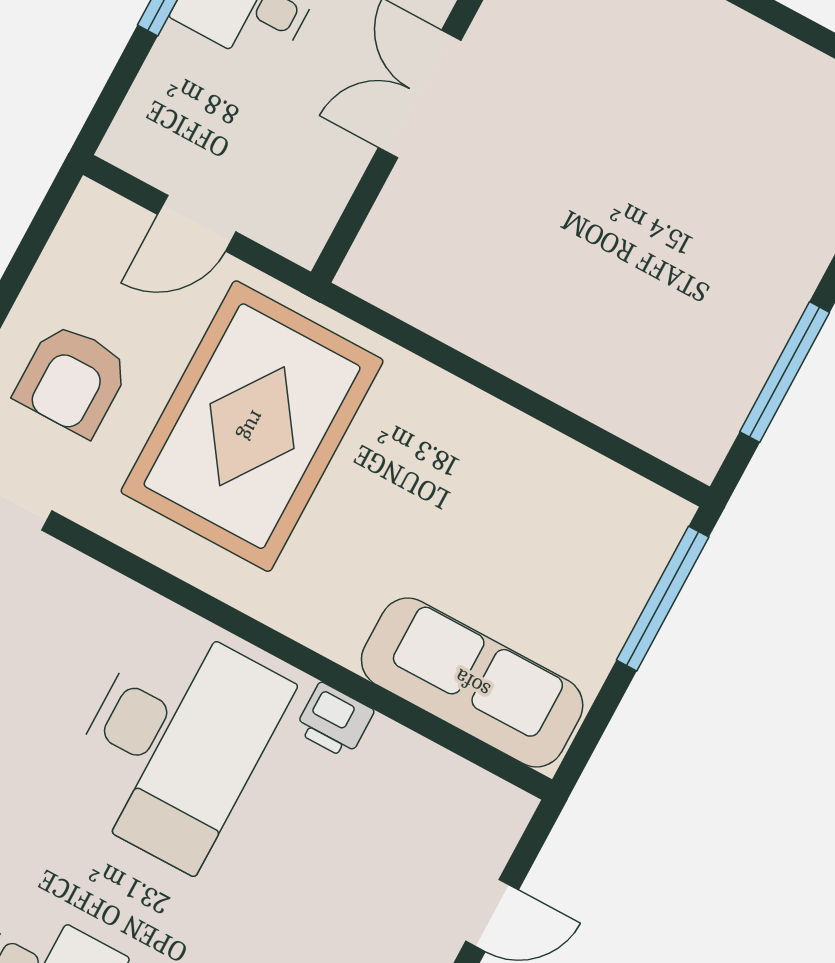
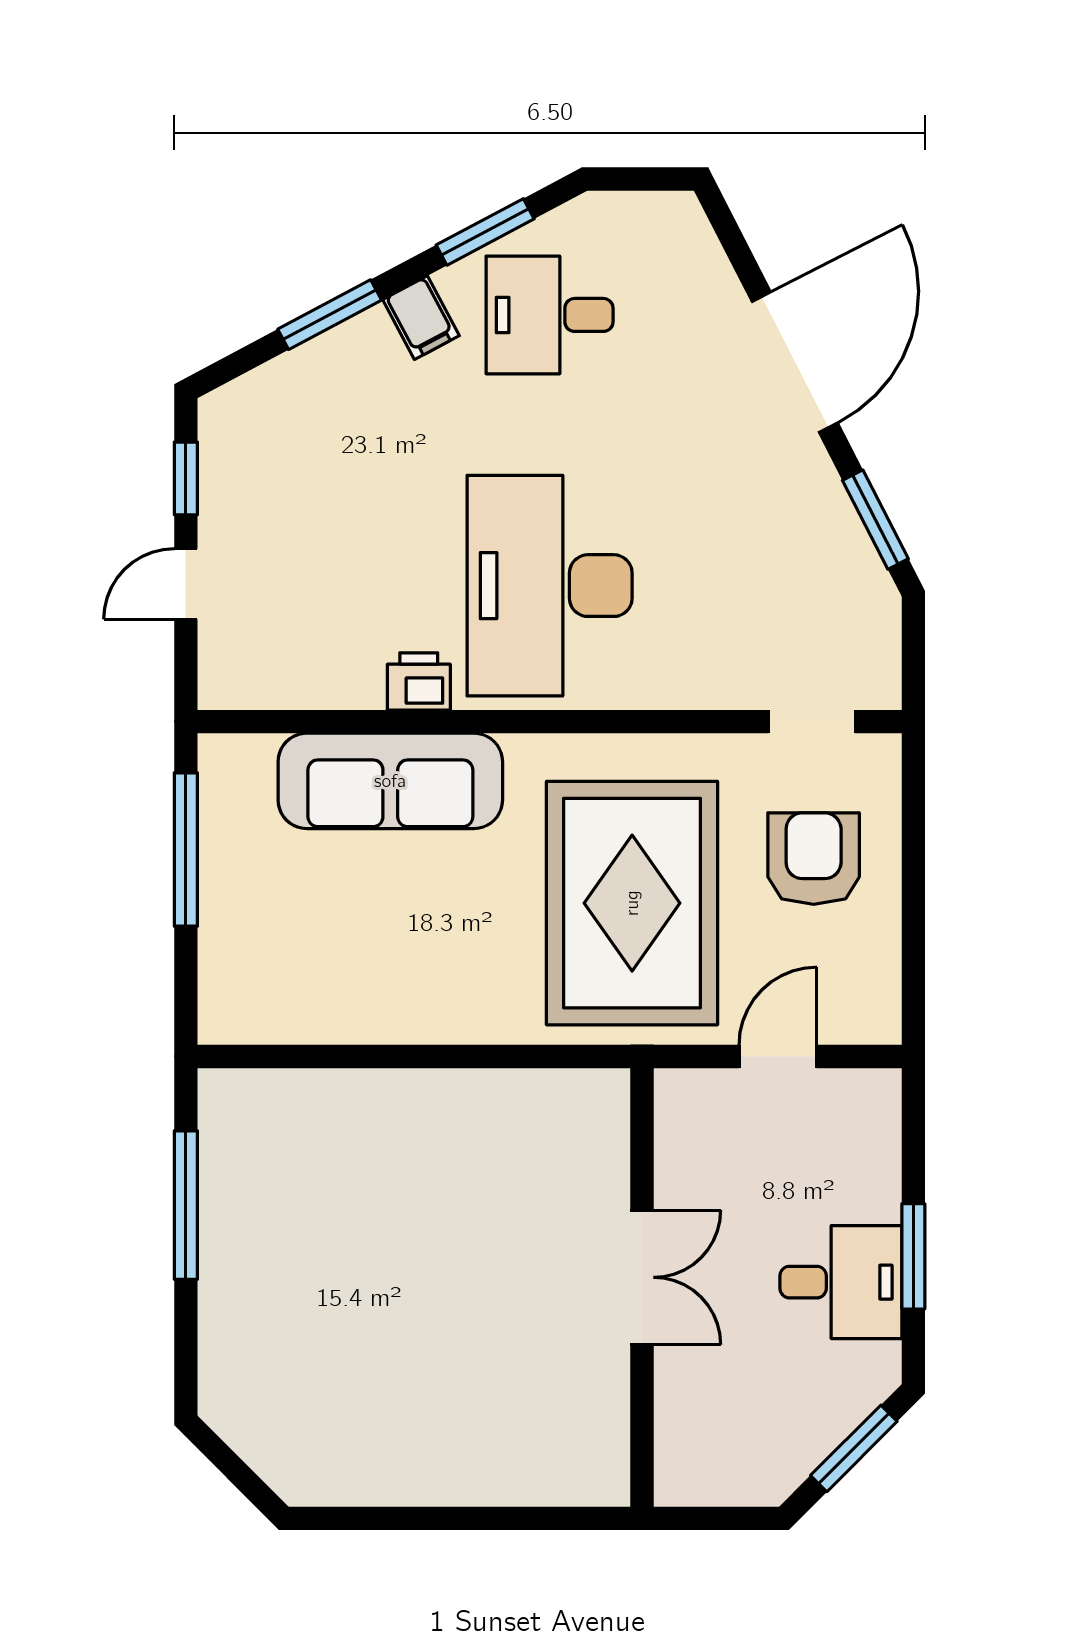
window: (663, 599) -> (186, 850), moved
sofa: (472, 683) -> (390, 781), moved

